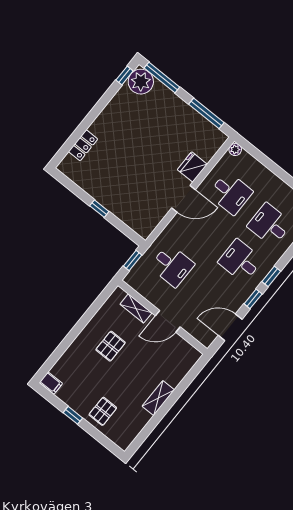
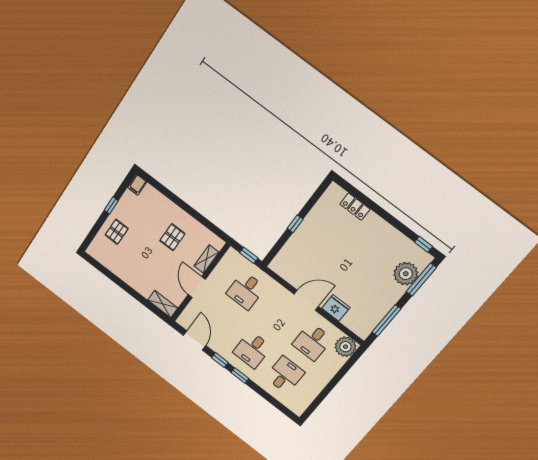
plant: (141, 82) -> (406, 274), moved
plant: (235, 150) -> (345, 347), width x1.88, depth x1.88
door: (184, 199) -> (306, 300), swing flipped
desk: (240, 261) -> (252, 350), turned 180
pallet: (111, 346) -> (172, 237), turned 90
shelving: (158, 398) -> (163, 304), moved
pallet: (103, 411) -> (117, 232), turned 90

